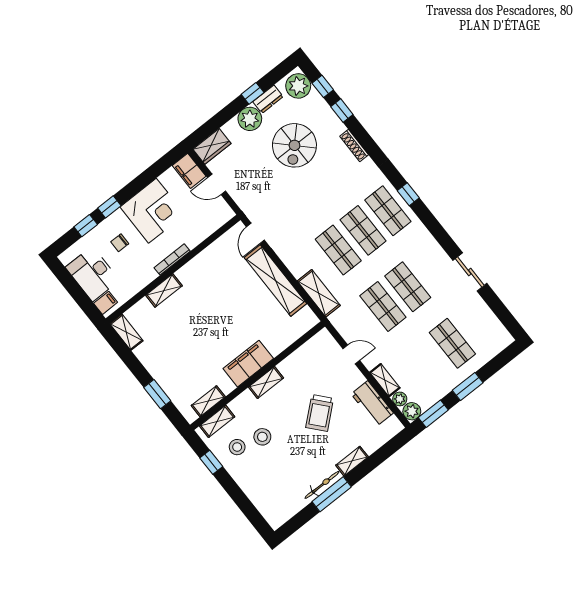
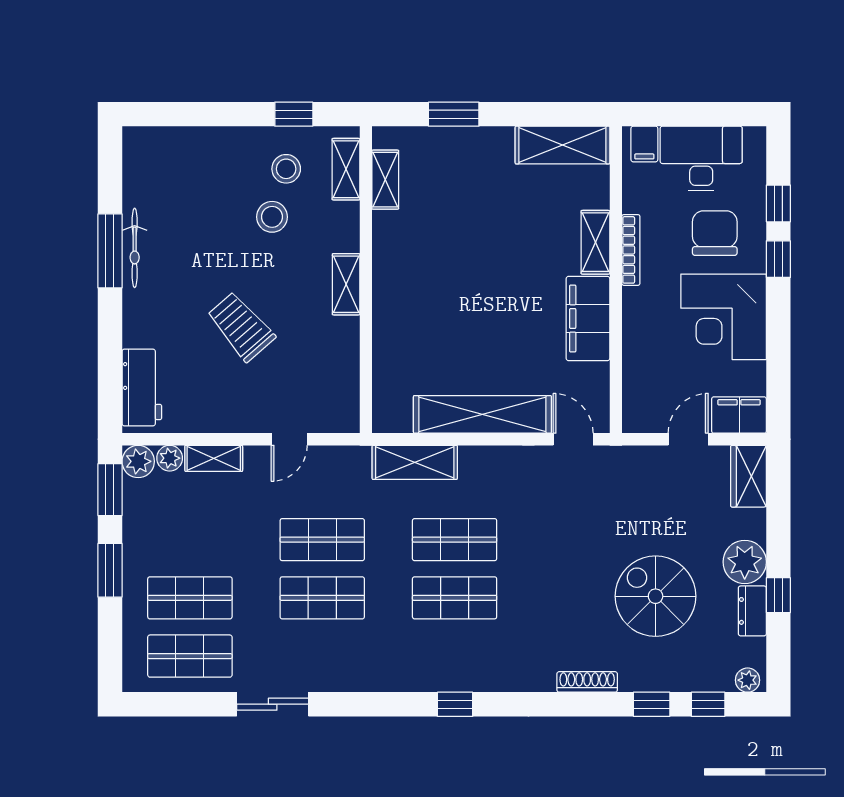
plant: (298, 86) -> (748, 680), width x0.53, depth x0.53
shop shelf: (388, 211) -> (190, 656), moved
chair: (120, 243) -> (715, 233), width x1.87, depth x1.87
bookcase: (172, 259) -> (631, 250), moved
shelving: (126, 332) -> (562, 145), width x1.50, depth x1.33
filing cabinet: (248, 364) -> (588, 318), moved, turned 180
workbench: (372, 403) -> (142, 387), moved, turned 90
shelving: (352, 461) -> (135, 318), removed

